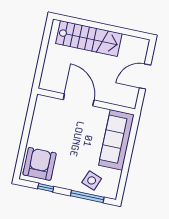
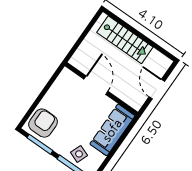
door: (145, 76) -> (157, 89), hinge flipped
window: (46, 188) -> (40, 144), width x2.17

